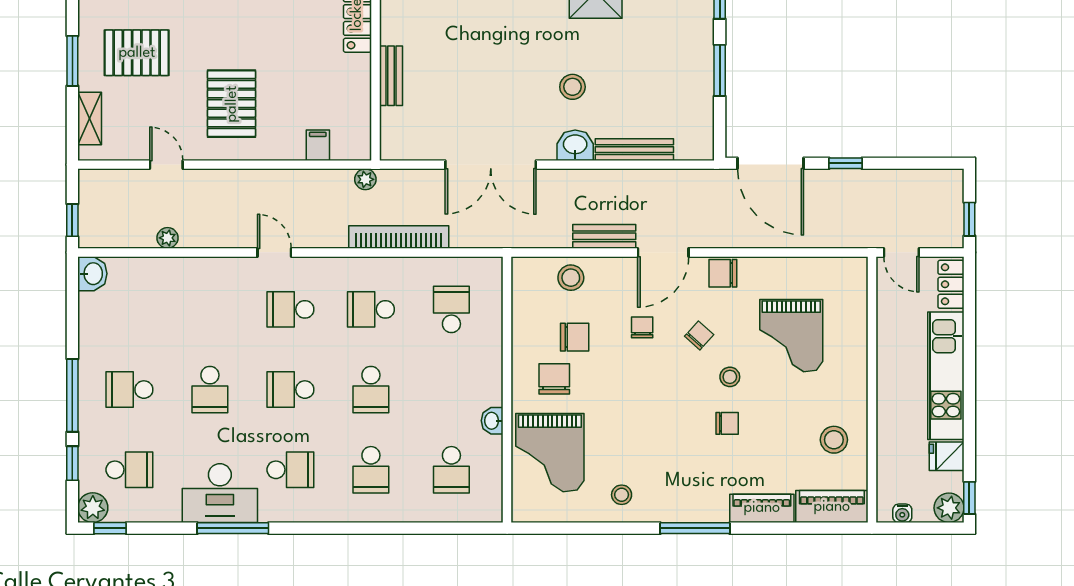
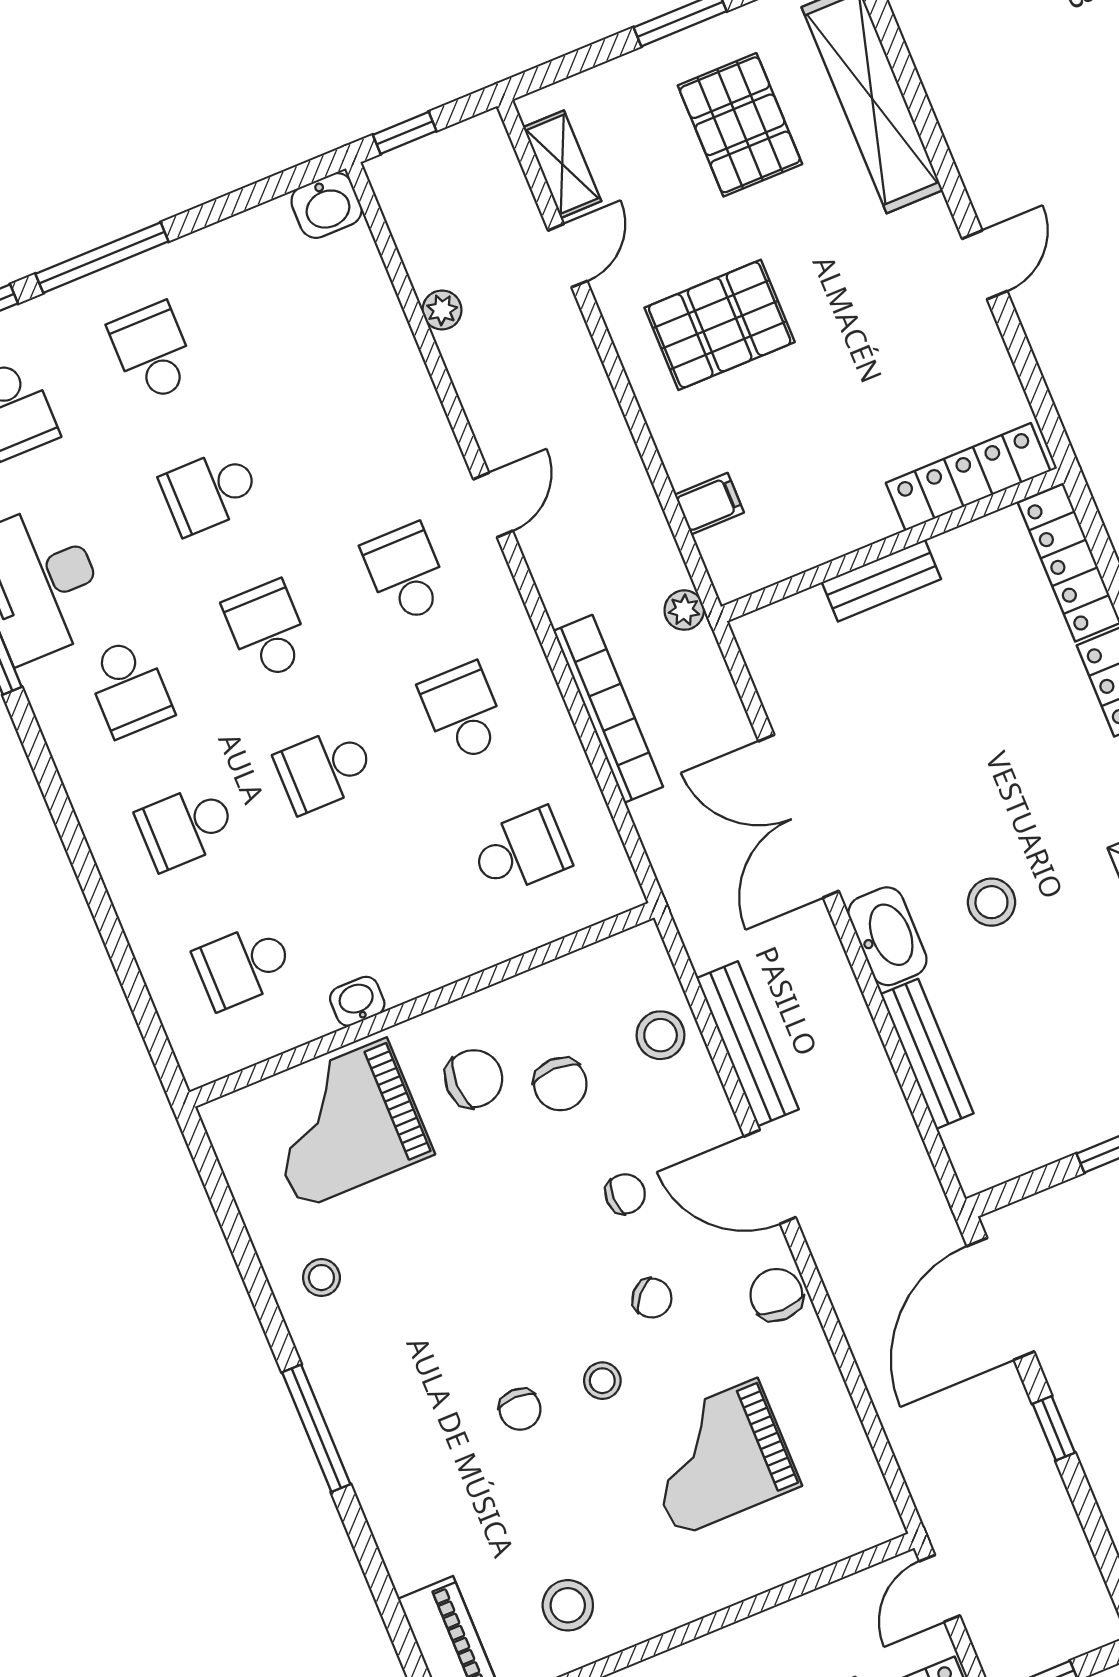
shelving: (90, 118) -> (562, 164), moved, turned 90
washbasin: (575, 145) -> (887, 936), width x1.38
bench: (604, 236) -> (748, 1044), width x1.36
piano: (762, 508) -> (398, 1530), removed

